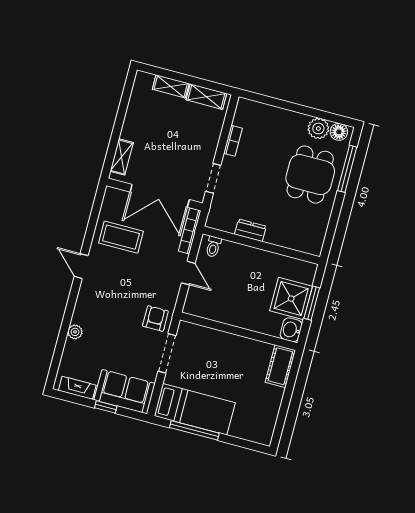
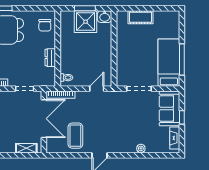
chair: (302, 235) -> (45, 25), added
door: (188, 273) -> (97, 89), moved
armchair: (155, 318) -> (120, 101), removed
cot: (280, 366) -> (141, 17), moved

